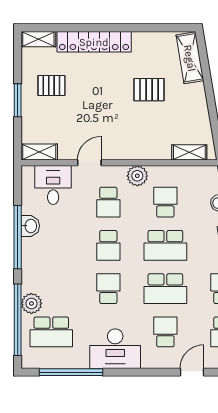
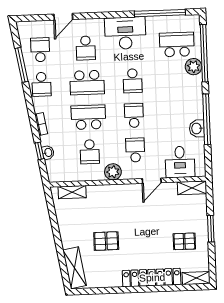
school desk: (165, 289) -> (87, 83), turned 180

